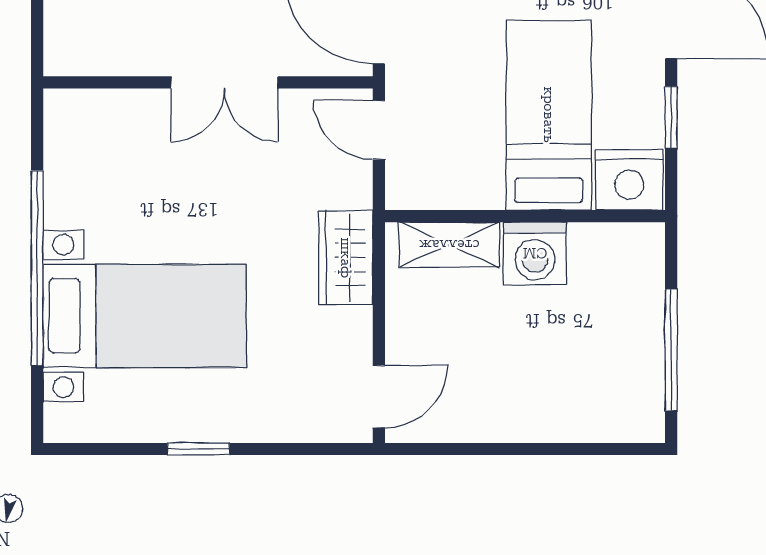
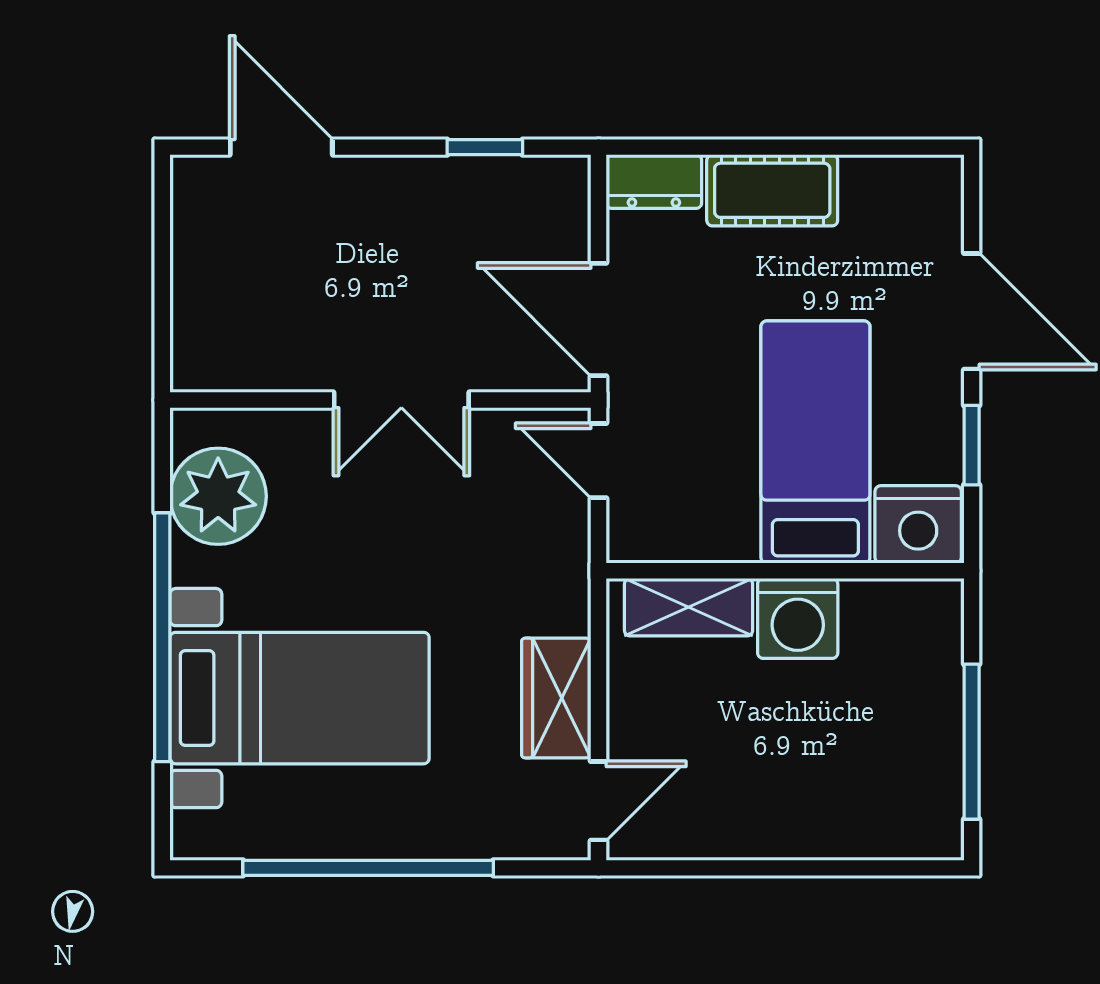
plant: (81, 158) -> (218, 496), added
wardrobe: (346, 258) -> (556, 698), moved
window: (198, 449) -> (368, 868), width x3.17

